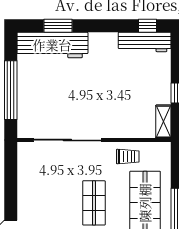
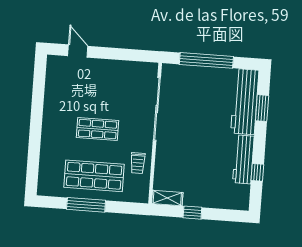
window: (147, 26) -> (257, 172), moved
workbench: (145, 42) -> (243, 159), moved

